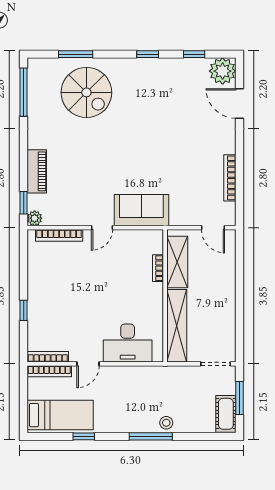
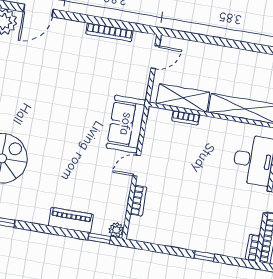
door: (102, 228) -> (137, 166), swing flipped
bookcase: (59, 235) -> (138, 201), width x0.64
bookcase: (48, 357) -> (253, 248), width x0.64

